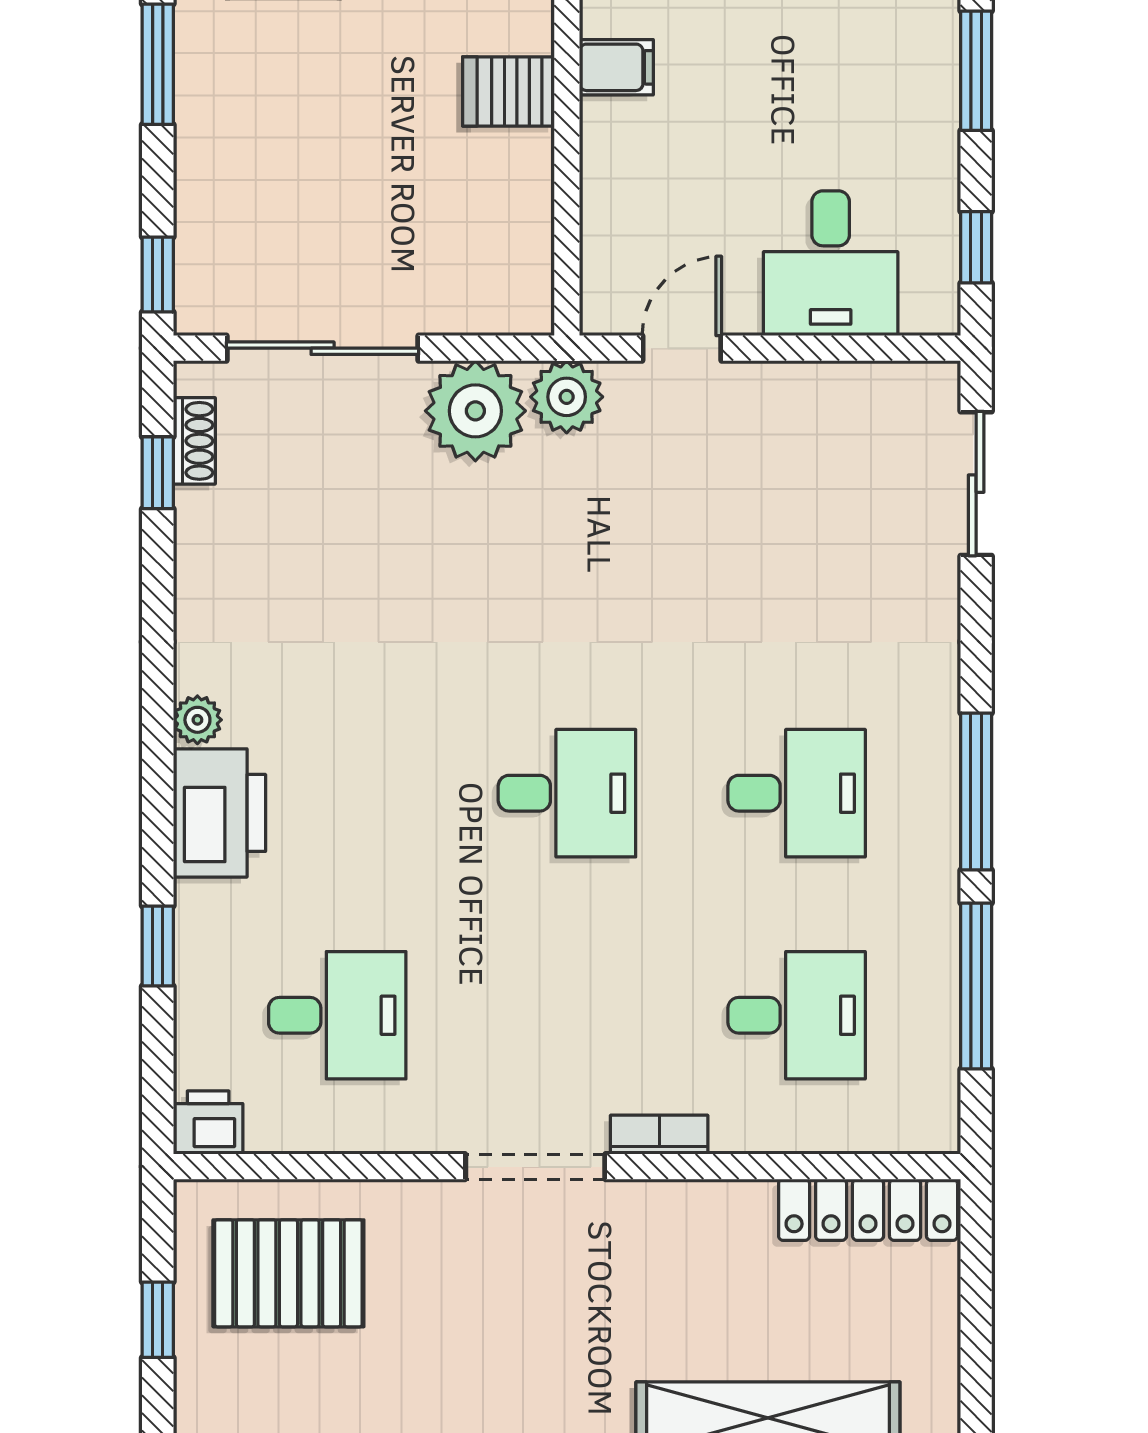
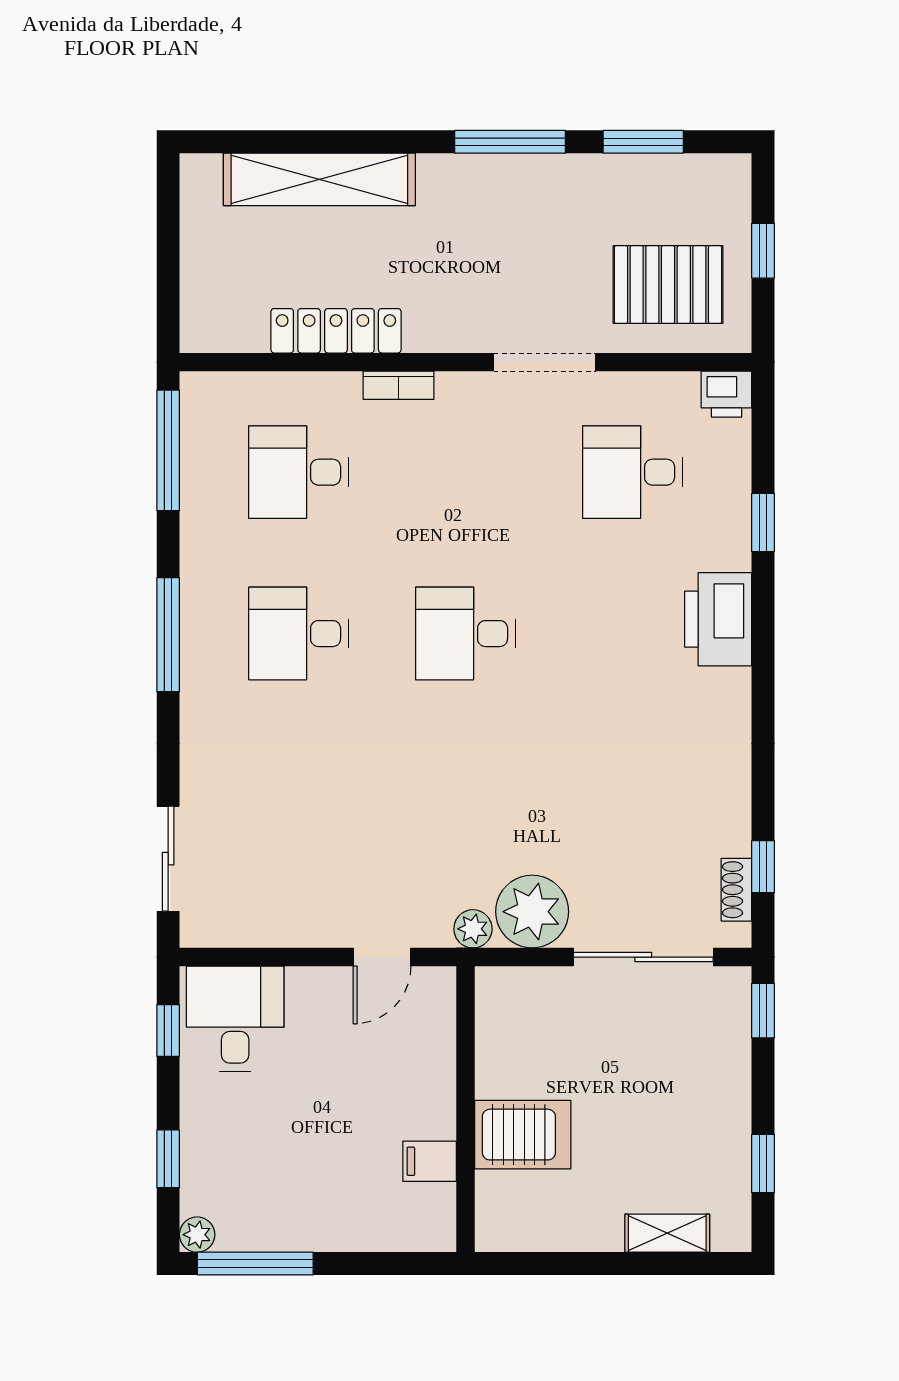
window: (158, 64) -> (763, 1163), width x0.67
window: (976, 71) -> (168, 1159), width x0.67
server rack: (508, 91) -> (523, 1135), width x1.36, depth x1.44
desk: (831, 263) -> (235, 1019), moved
plant: (567, 397) -> (473, 929), width x0.73, depth x0.73
plant: (197, 720) -> (734, 687), removed
window: (976, 986) -> (168, 450), moved
doorway: (535, 1167) -> (545, 362), moved
locker: (868, 1210) -> (336, 331), moved

